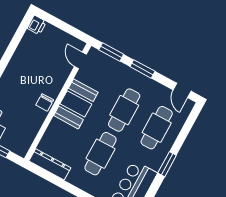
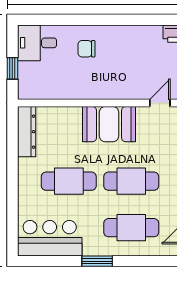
chair: (45, 102) -> (86, 49), moved

